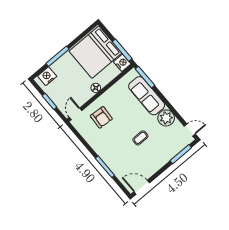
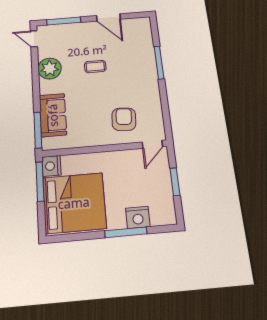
nightstand: (47, 76) -> (138, 217), moved
floor lamp: (96, 88) -> (106, 158), removed
sofa: (147, 96) -> (53, 115), width x0.73
door: (142, 187) -> (108, 17), moved

